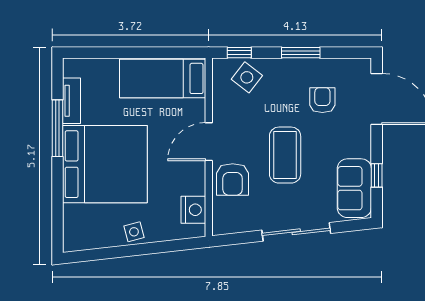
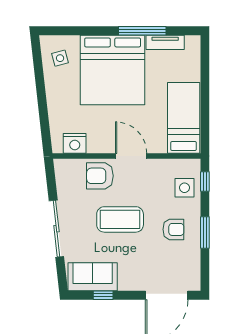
side table: (247, 77) -> (184, 188), turned -38
armchair: (322, 100) -> (173, 229), moved
side table: (134, 232) -> (60, 58), moved

